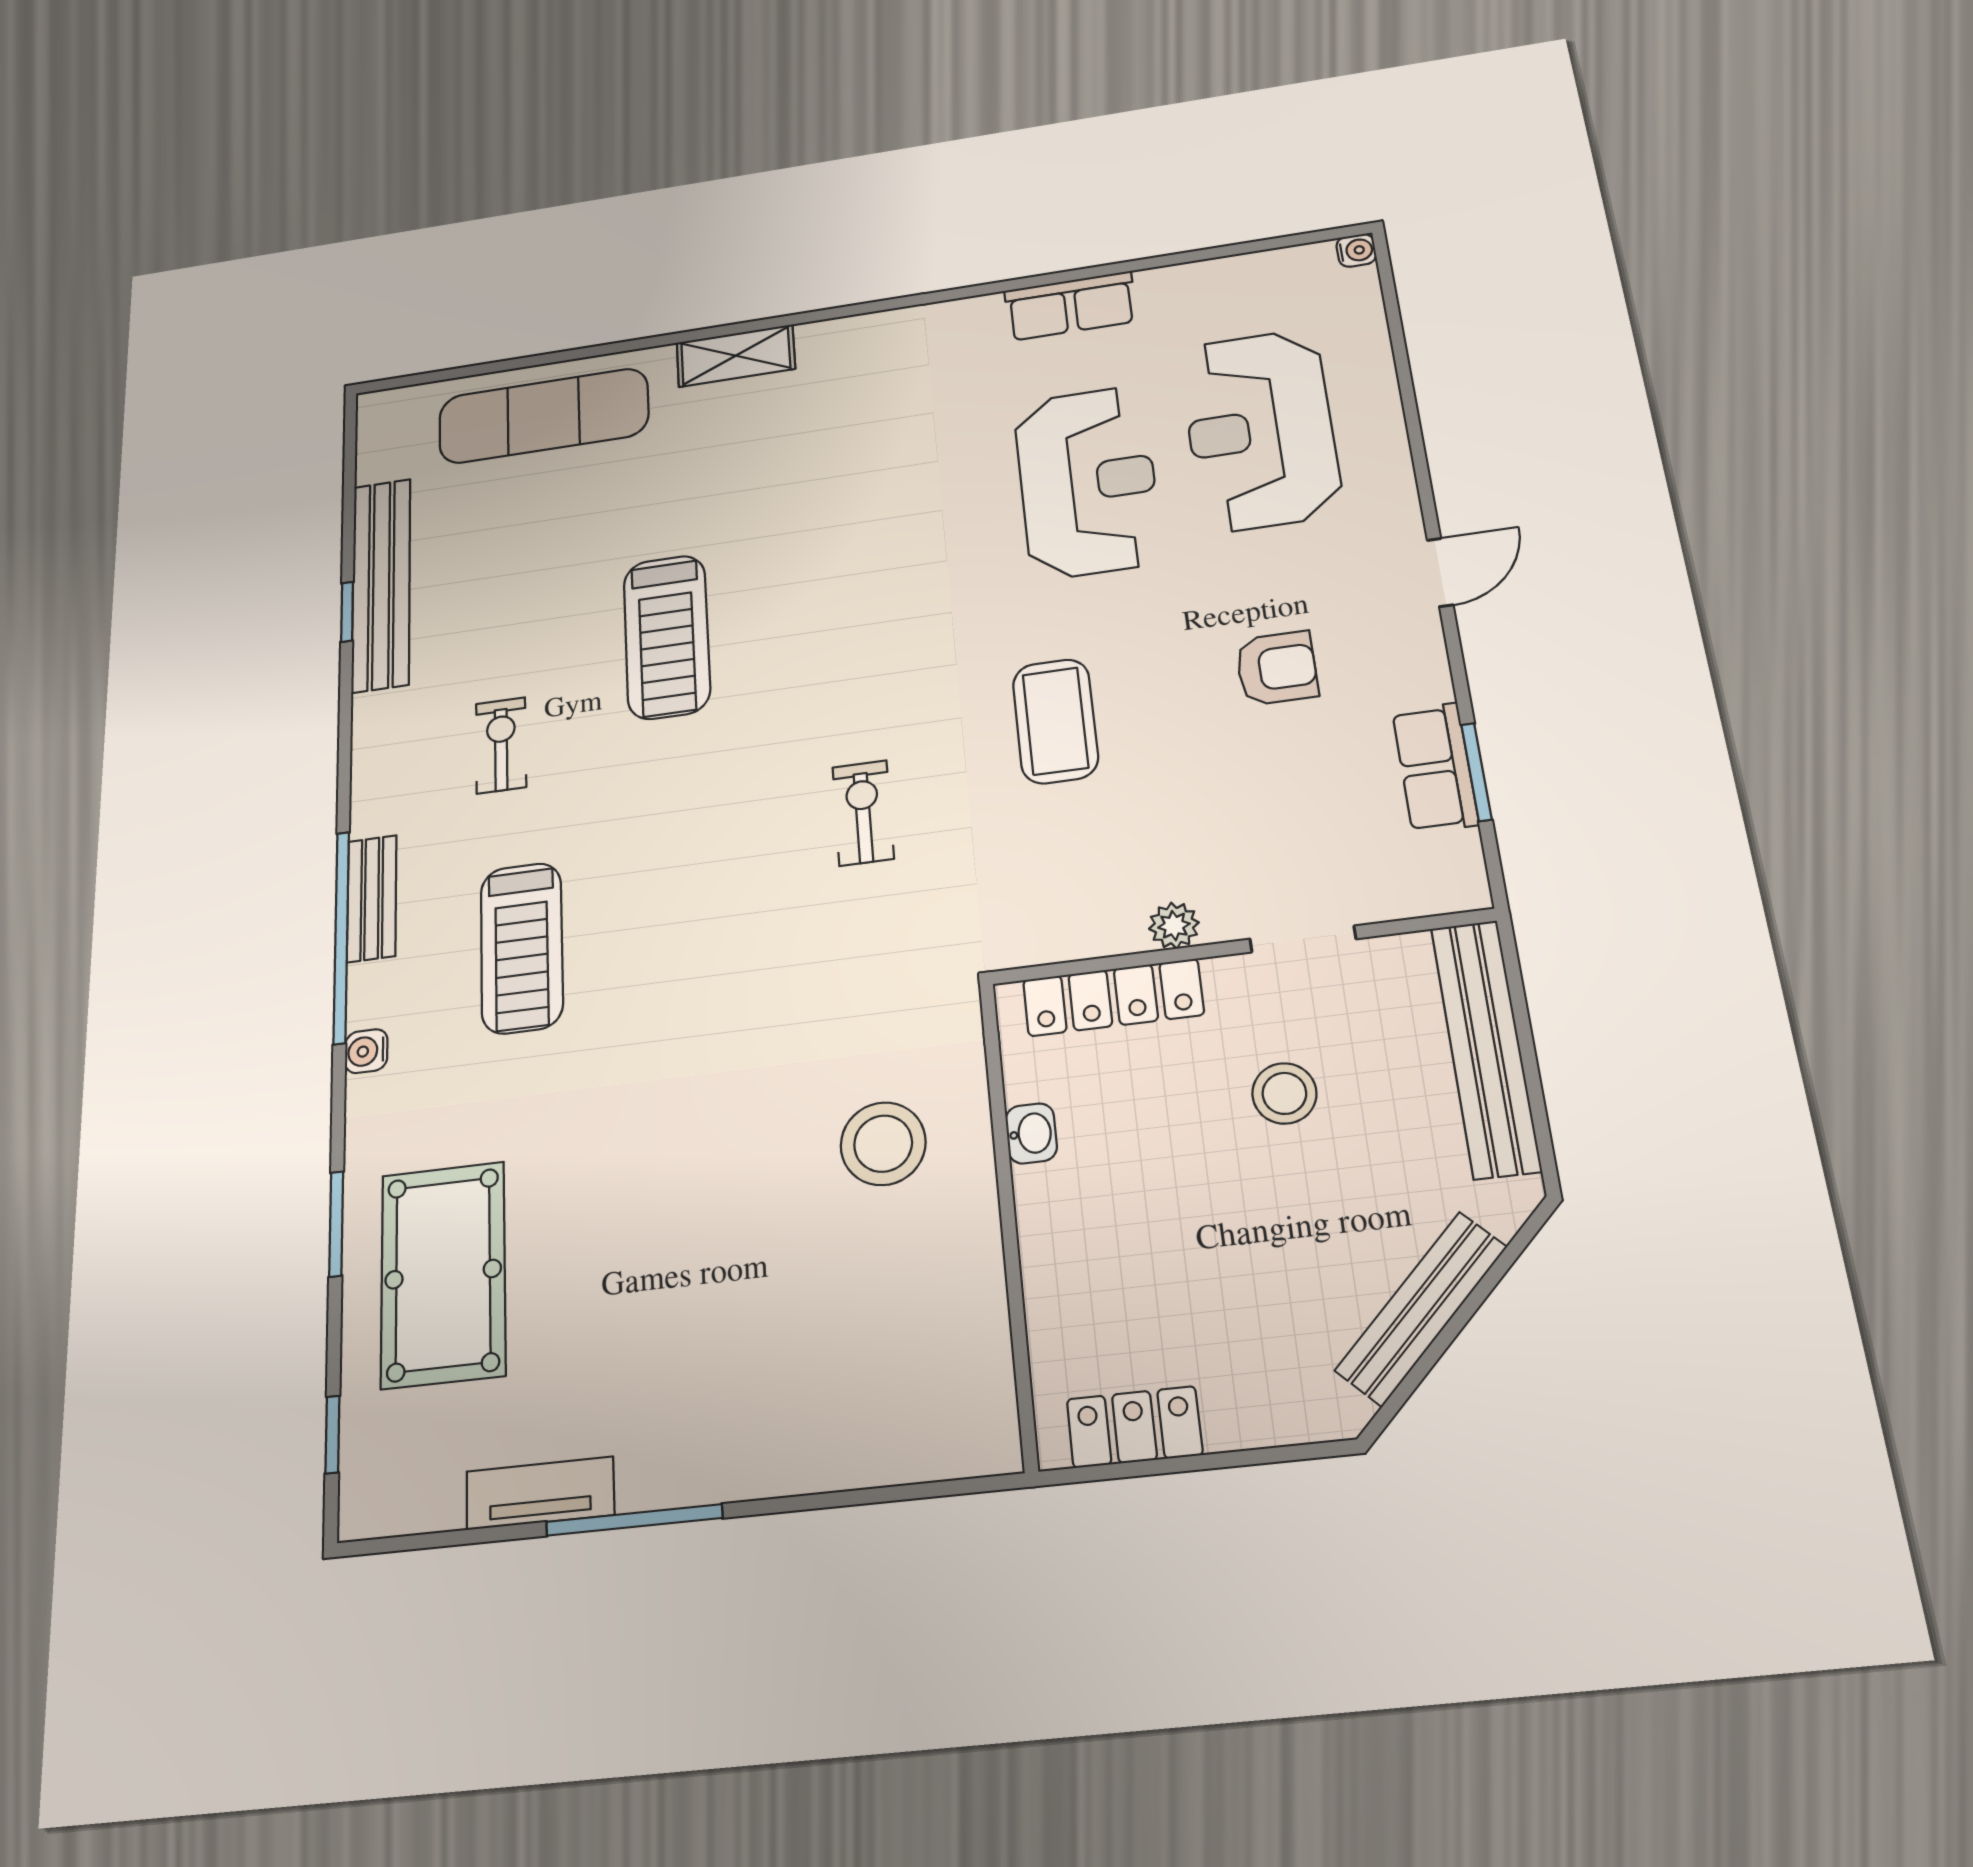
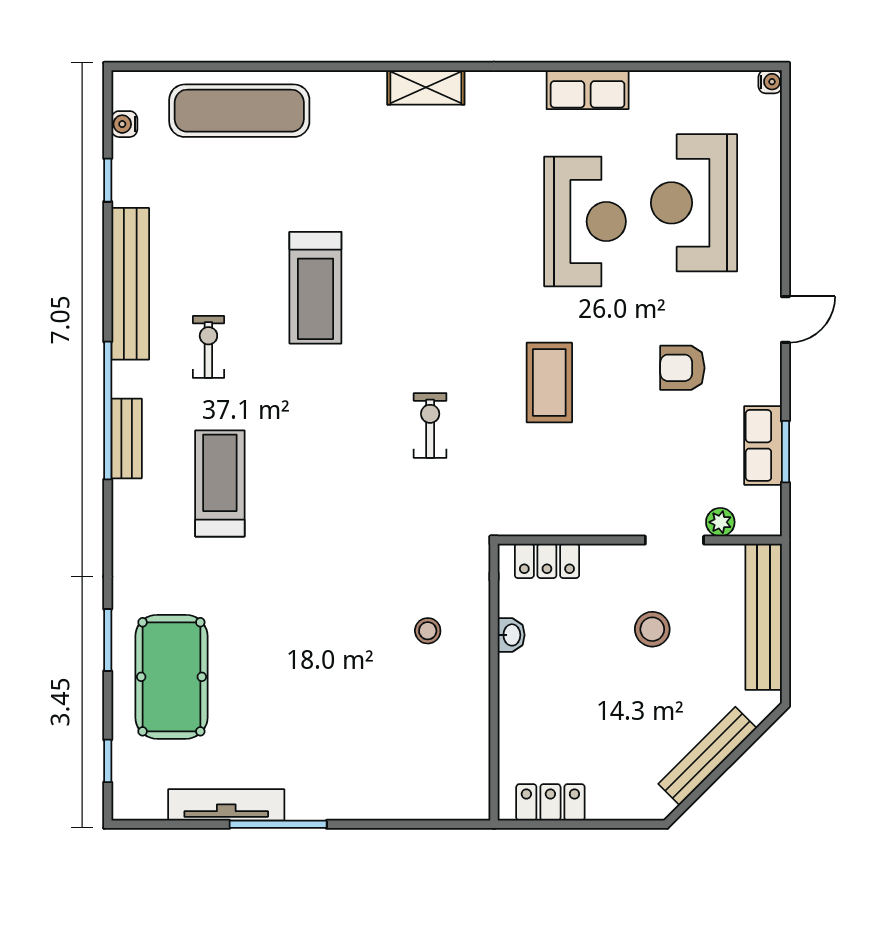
shelving: (736, 356) -> (426, 87), moved
bench: (381, 584) -> (130, 284), moved
window: (347, 612) -> (108, 180), moved
armchair: (1277, 668) -> (682, 368), turned 180
plant: (1174, 926) -> (720, 522), moved
window: (341, 937) -> (108, 411), moved
treadmill: (522, 948) -> (220, 483), turned 180
locker: (1113, 997) -> (547, 561), width x0.66
water cooler: (366, 1051) -> (124, 124), moved
stool: (883, 1144) -> (428, 631), width x0.53, depth x0.53
tv unit: (540, 1493) -> (226, 805), width x1.41

